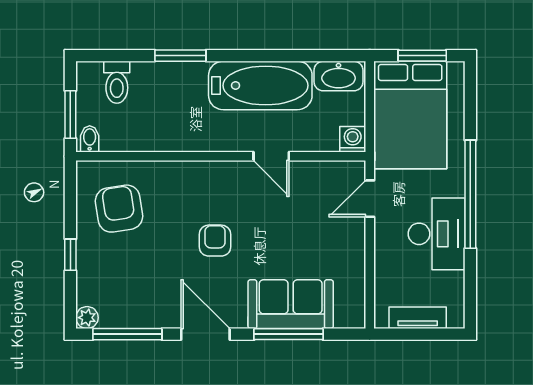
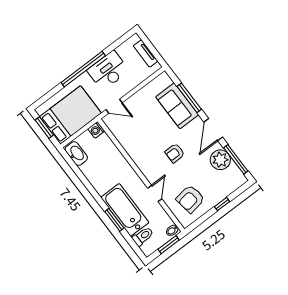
bathtub: (260, 85) -> (125, 210), moved
door: (271, 156) -> (155, 193), moved
plant: (87, 318) -> (220, 160), moved, width x1.88, depth x1.88

